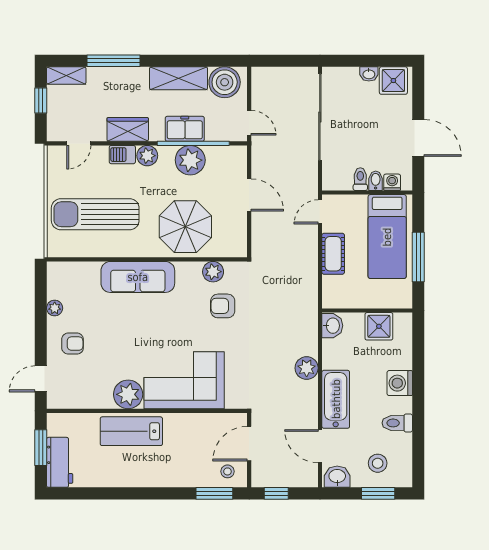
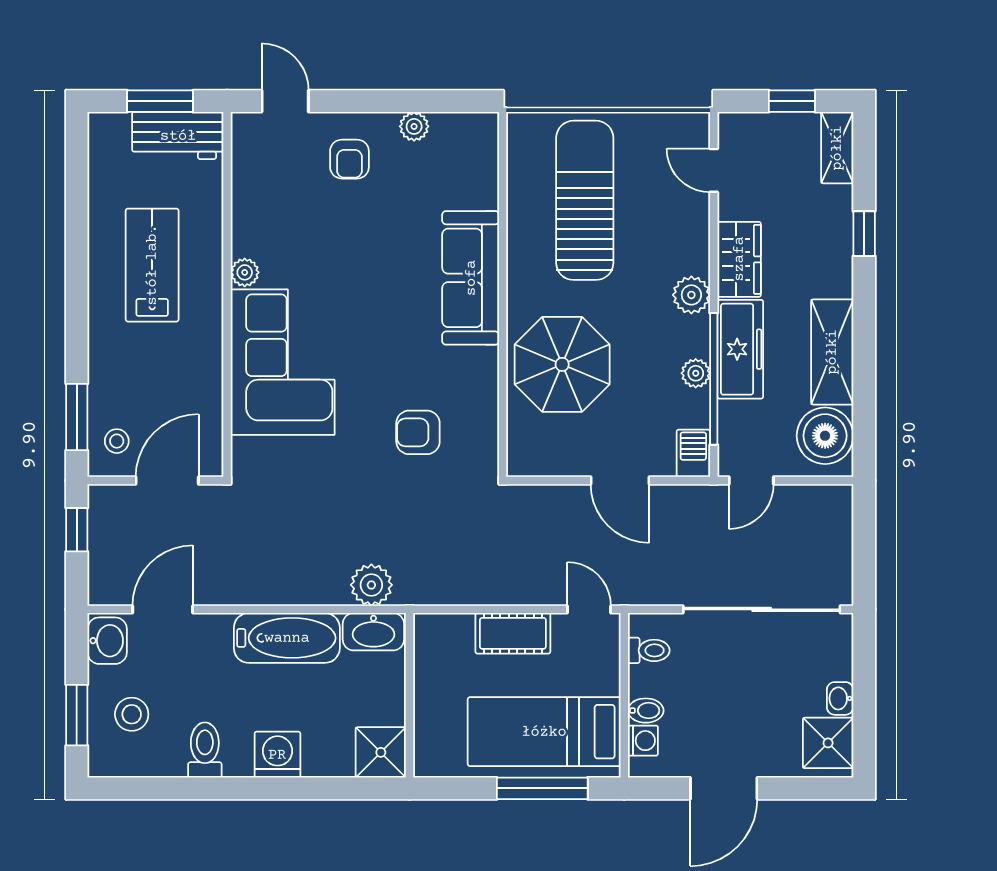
window: (114, 61) -> (864, 234), width x0.46
freezer: (185, 129) -> (740, 349), width x1.40
barbecue: (122, 155) -> (693, 453), moved
plant: (190, 160) -> (696, 373), width x0.53, depth x0.53
toilet: (360, 179) -> (649, 650), moved
door: (249, 195) -> (620, 481), hinge flipped
window: (418, 257) -> (542, 788), moved
plant: (213, 272) -> (480, 415), removed
armchair: (223, 306) -> (418, 432), turned -90
washbasin: (332, 326) -> (373, 632), width x1.38
shower: (379, 326) -> (381, 752), moved
plant: (307, 368) -> (371, 585), moved
plant: (128, 394) -> (245, 272), width x0.53, depth x0.53
bathtub: (336, 399) -> (287, 638), moved
lab bench: (131, 431) -> (152, 265), moved
door: (249, 444) -> (167, 481), hinge flipped
workbench: (60, 462) -> (178, 136), moved

